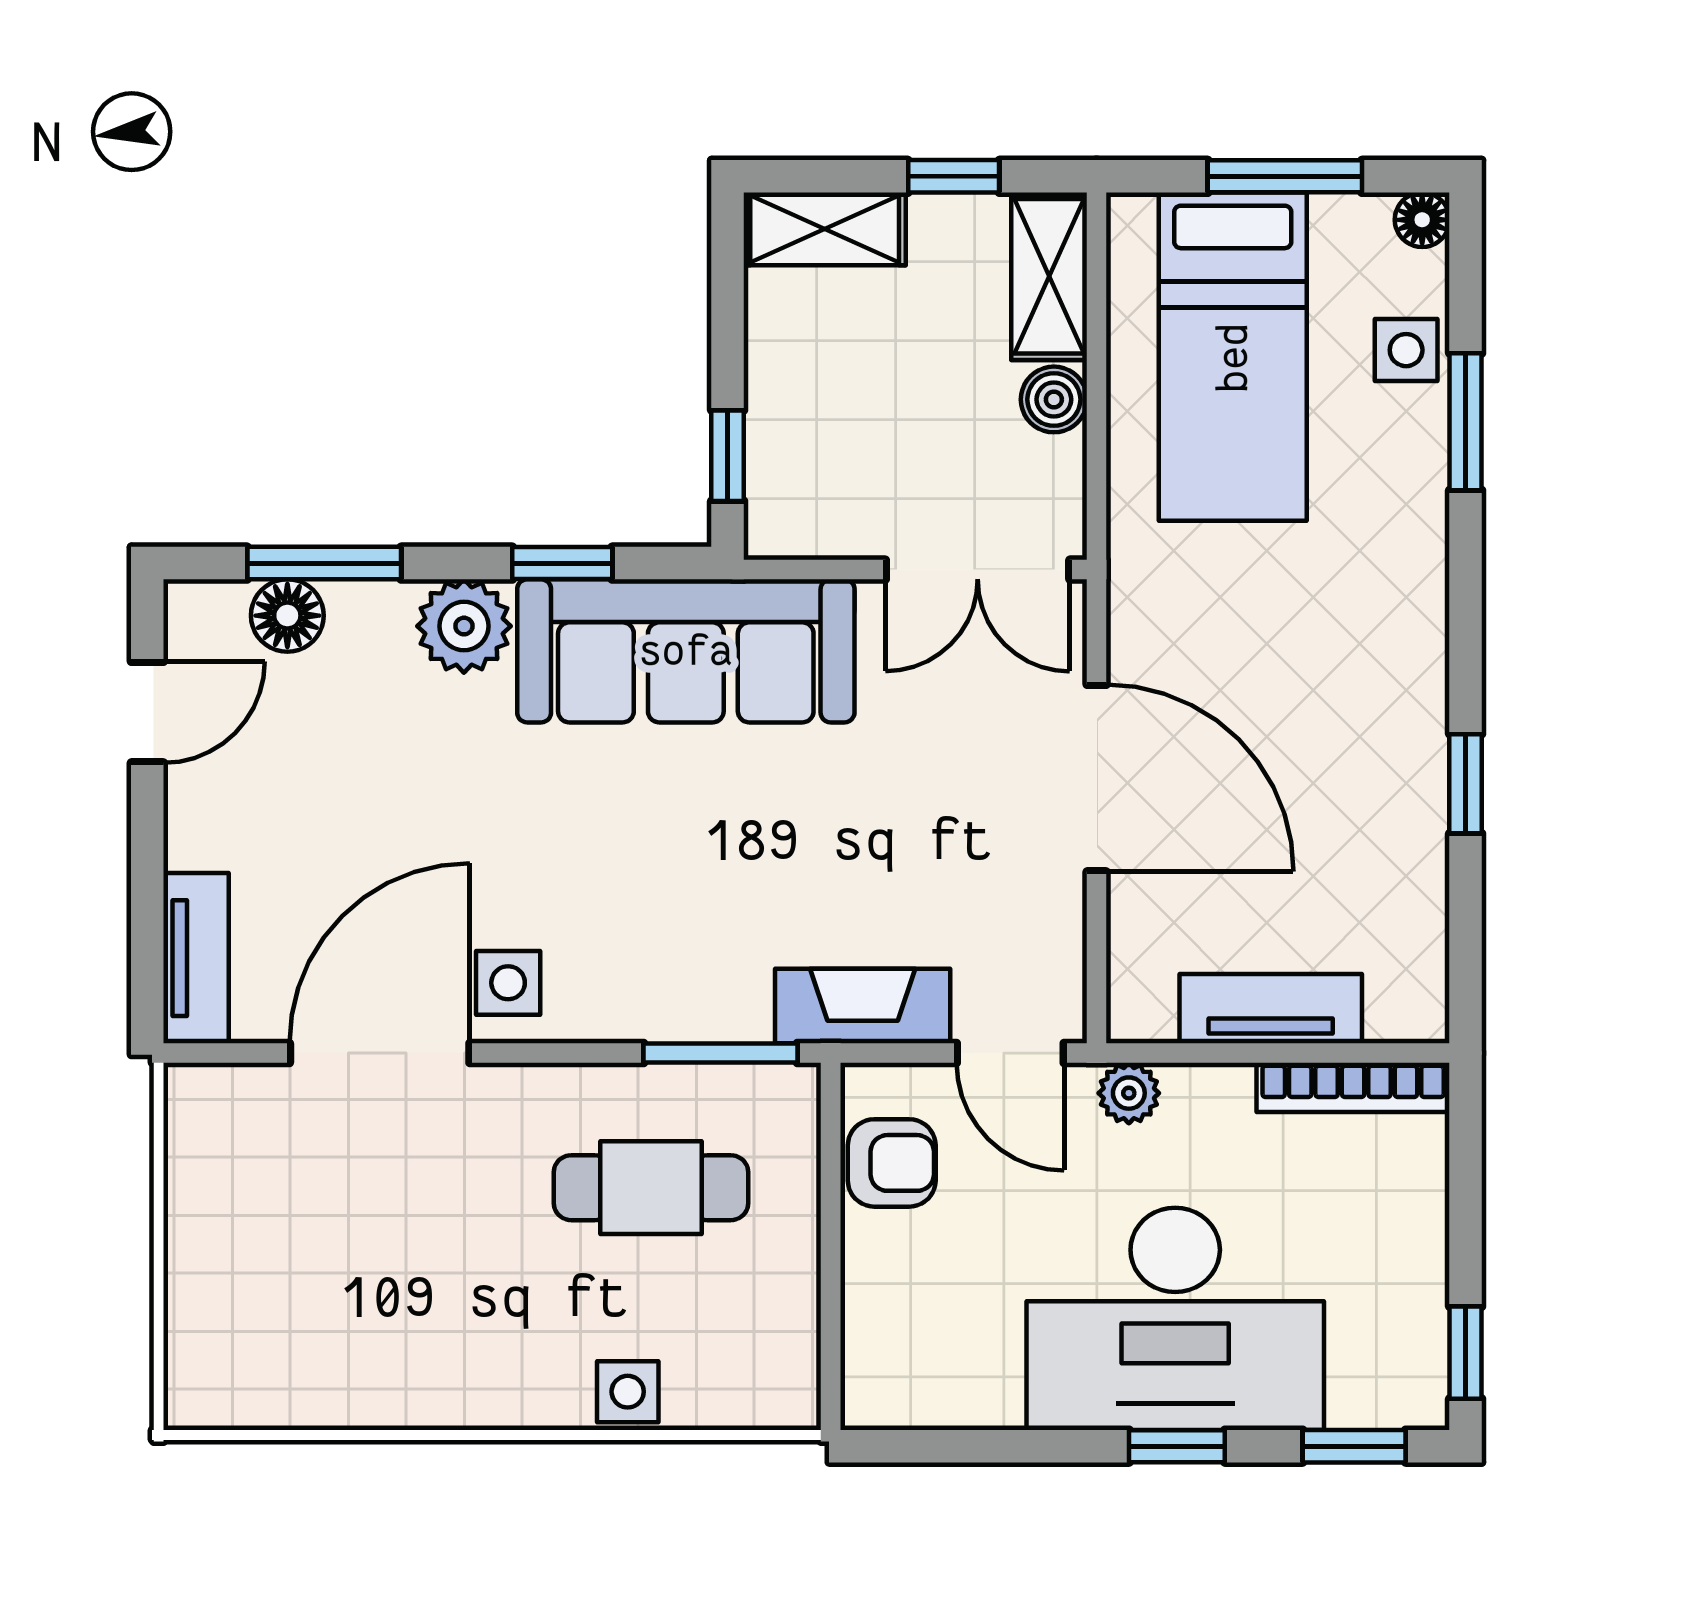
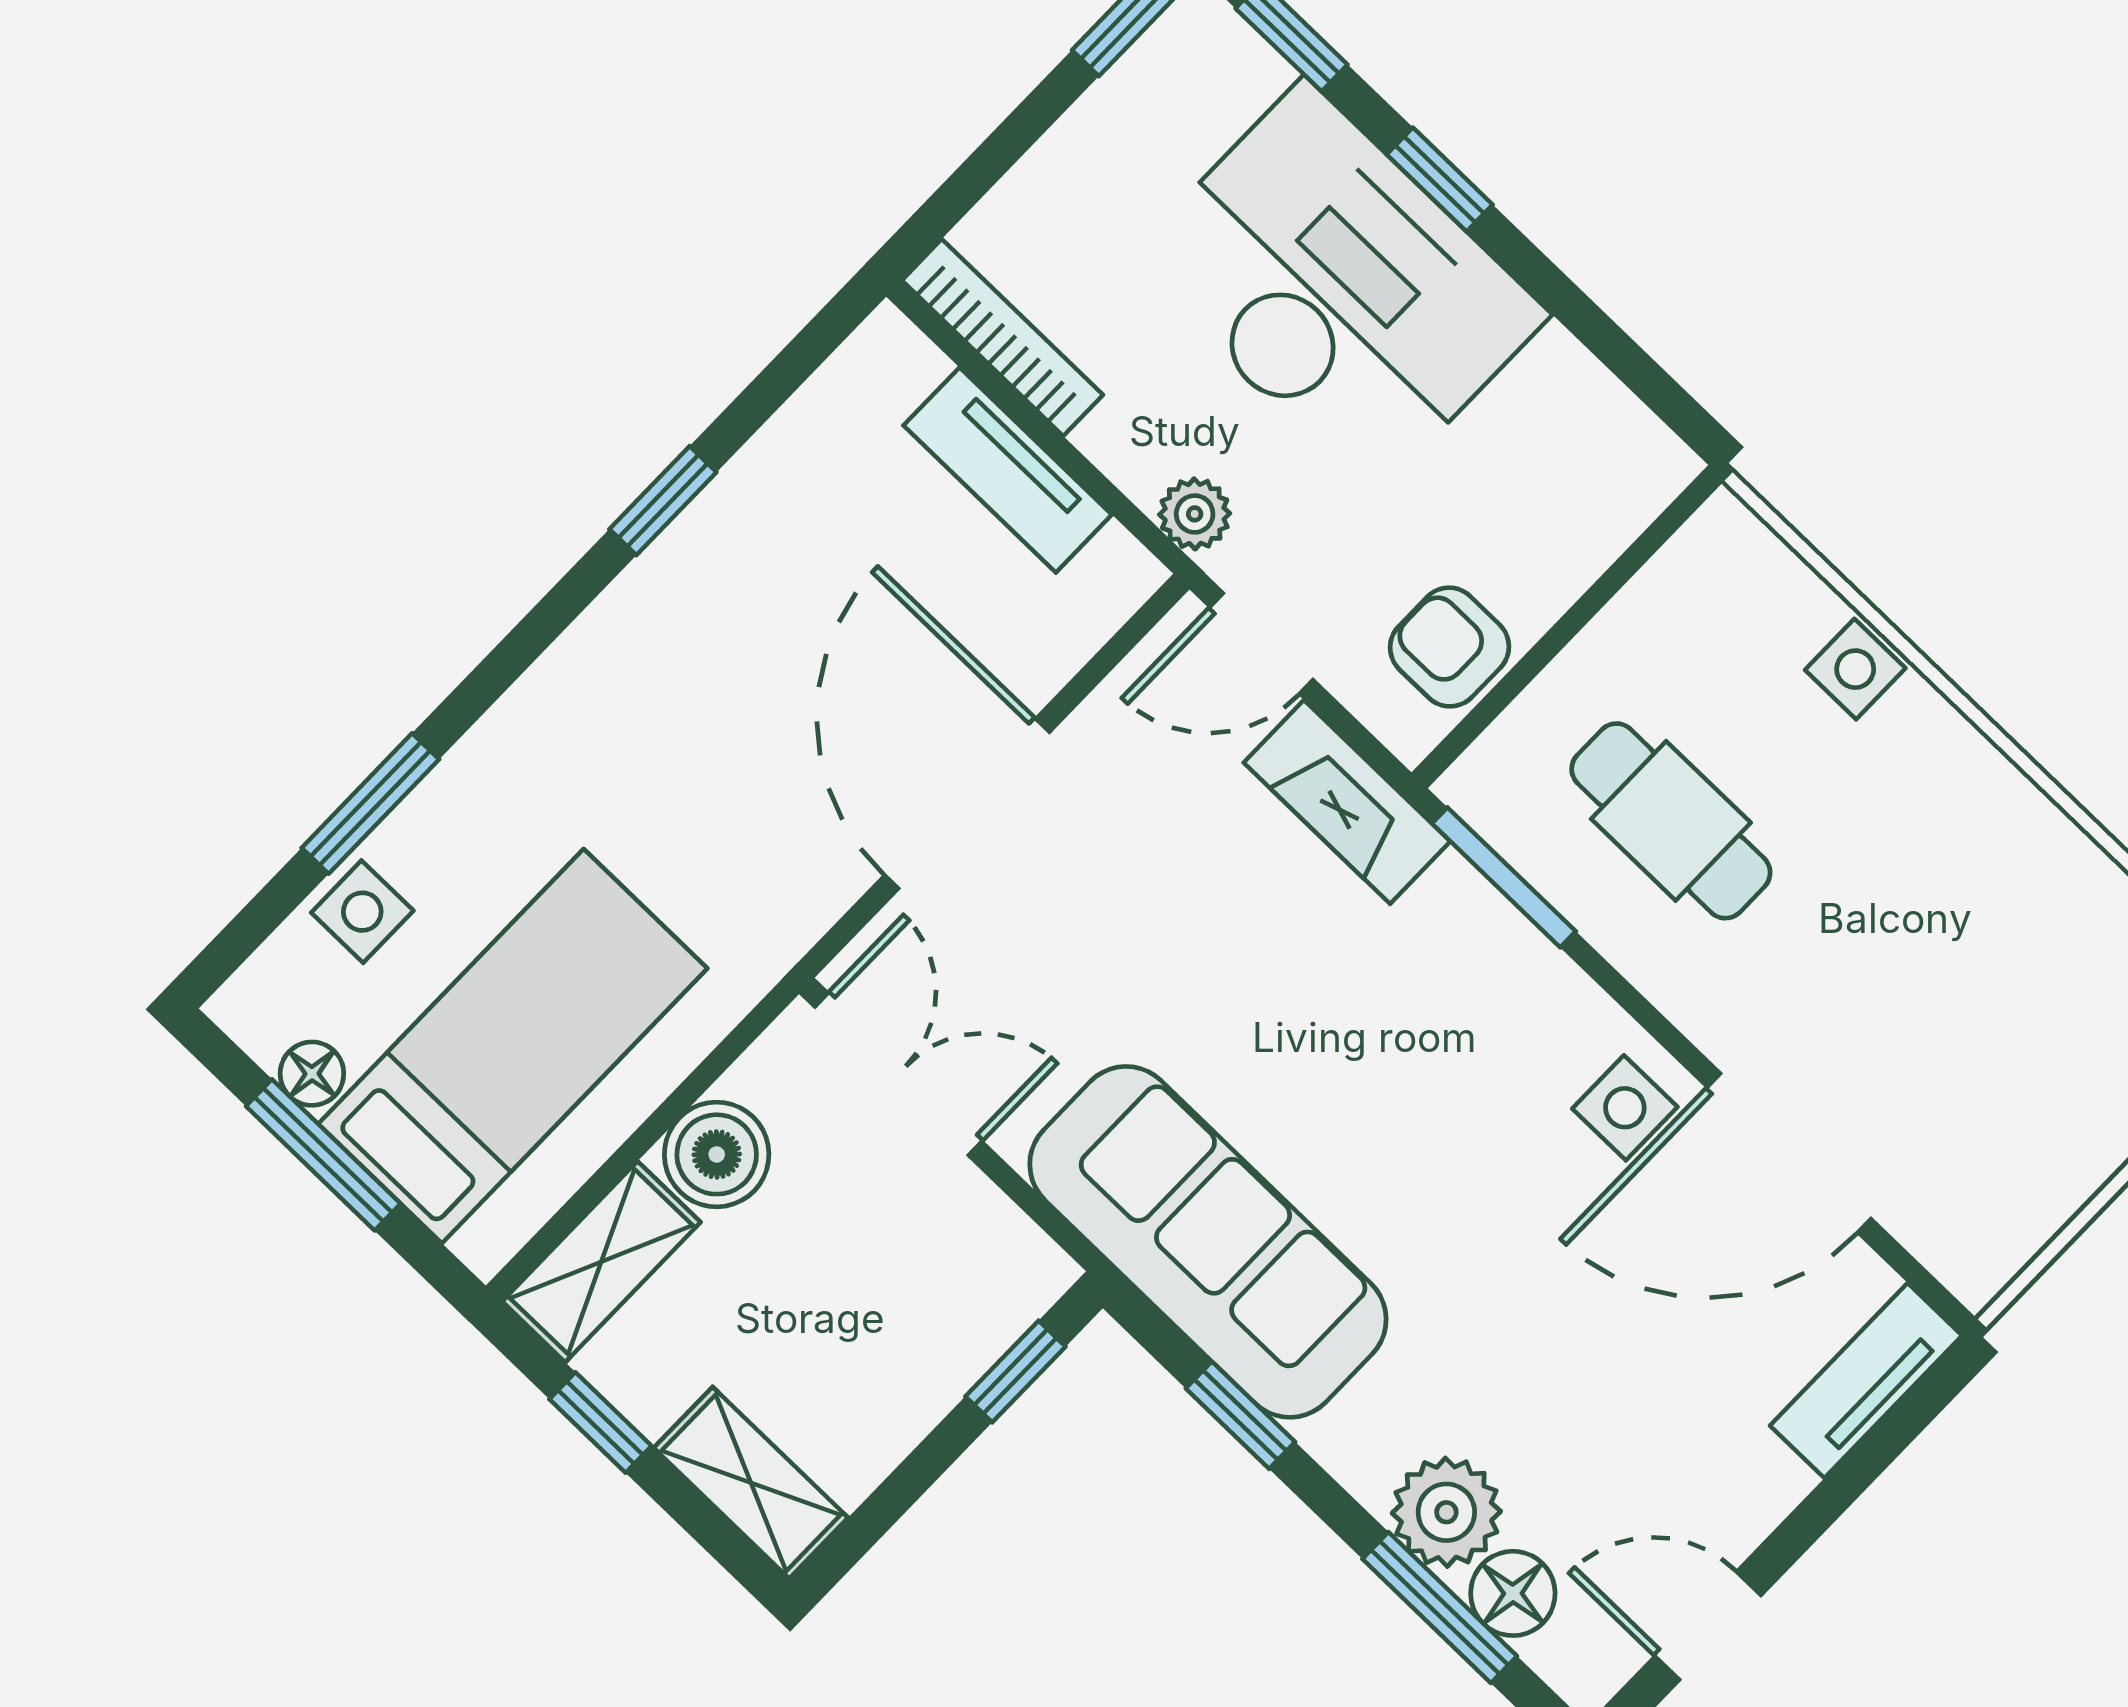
floor lamp: (1422, 220) -> (312, 1074), moved
boiler: (1054, 399) -> (717, 1154), width x1.36, depth x1.36
plant: (464, 626) -> (1446, 1512), moved
door: (1010, 1053) -> (1261, 643), swing flipped

